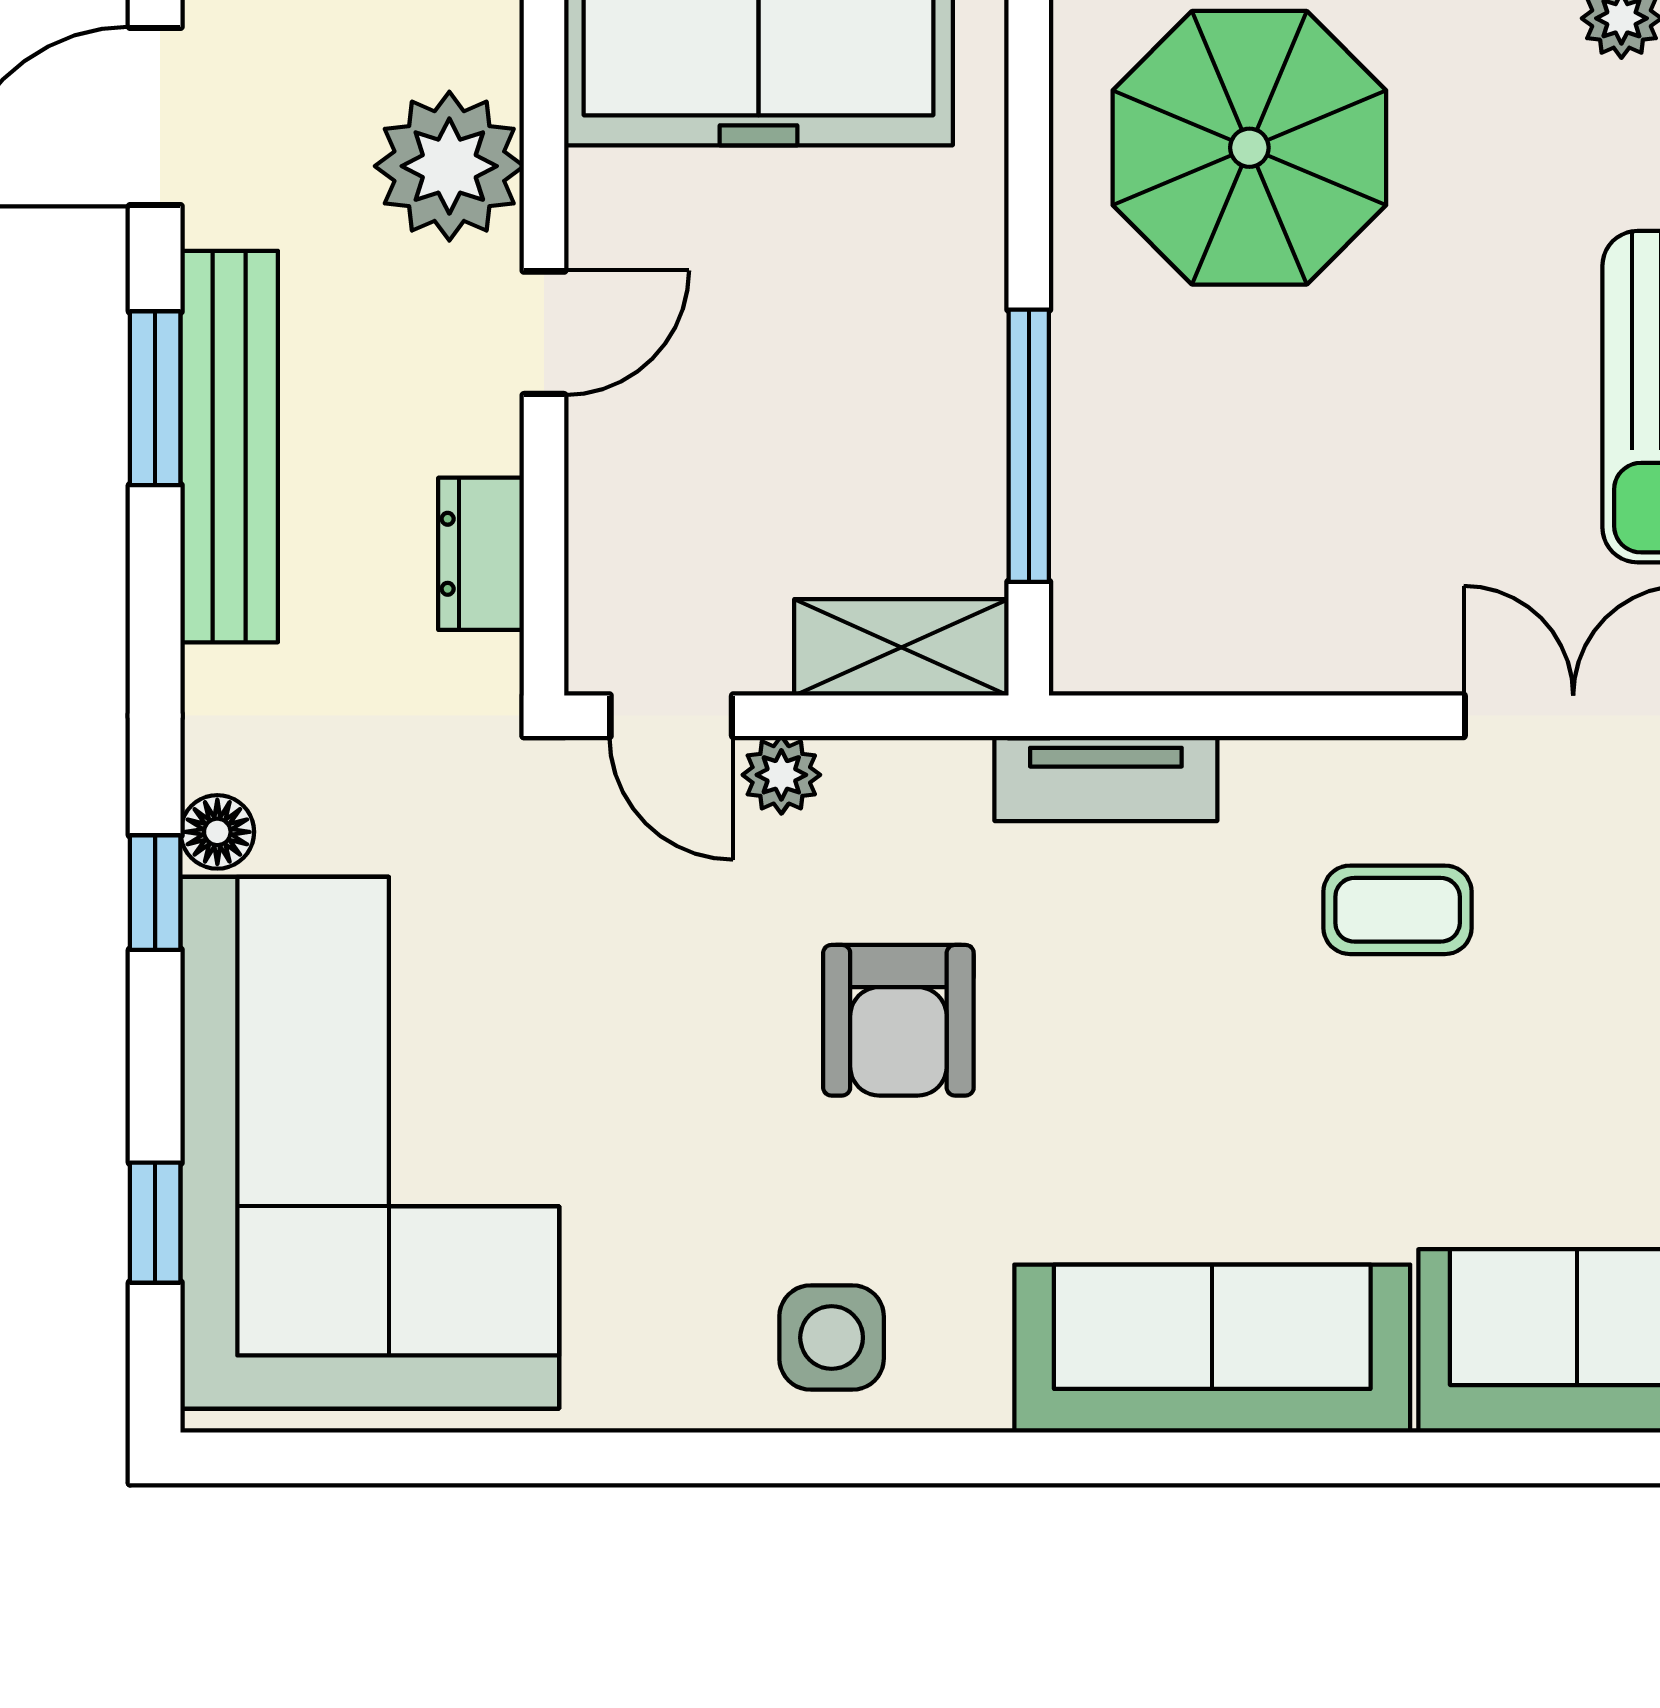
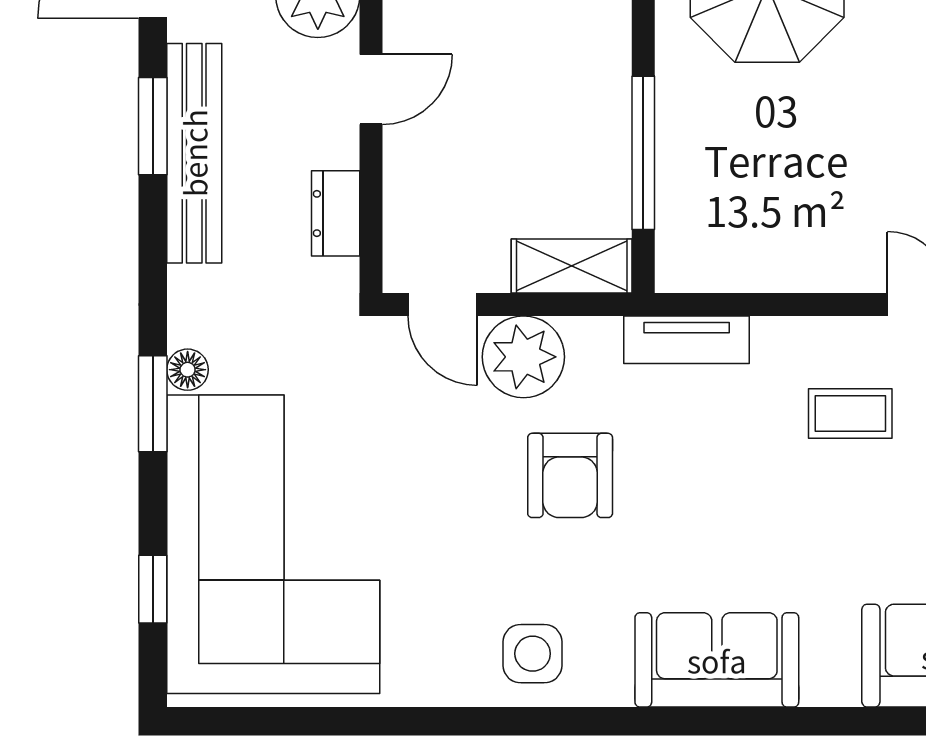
plant: (781, 775) -> (523, 357), width x1.88, depth x1.88
window: (155, 893) -> (153, 404), width x1.50
sofa: (1212, 1349) -> (717, 660), width x0.73

